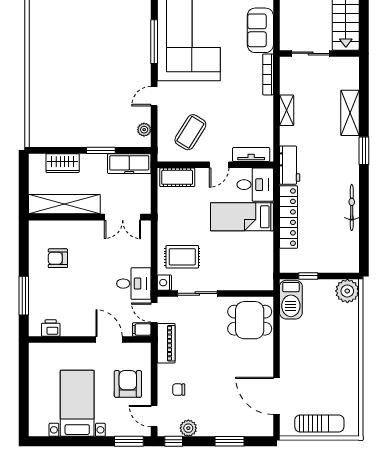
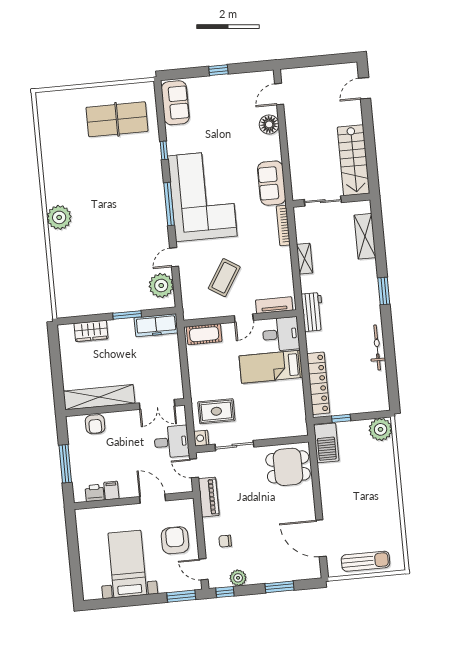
plant: (41, 45) -> (59, 217), added
shelving: (350, 113) -> (365, 236), moved
plant: (144, 130) -> (161, 286), width x1.88, depth x1.88
coffee table: (190, 132) -> (224, 278), moved
shelving: (64, 204) -> (99, 397), moved
wall: (90, 217) -> (125, 407), moved
double door: (123, 217) -> (157, 404), moved
locker: (289, 217) -> (318, 383), moved
armchair: (58, 258) -> (95, 424), turned -90
filing cabinet: (142, 329) -> (111, 490), moved, turned 90

